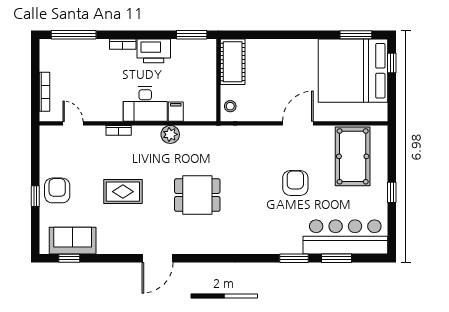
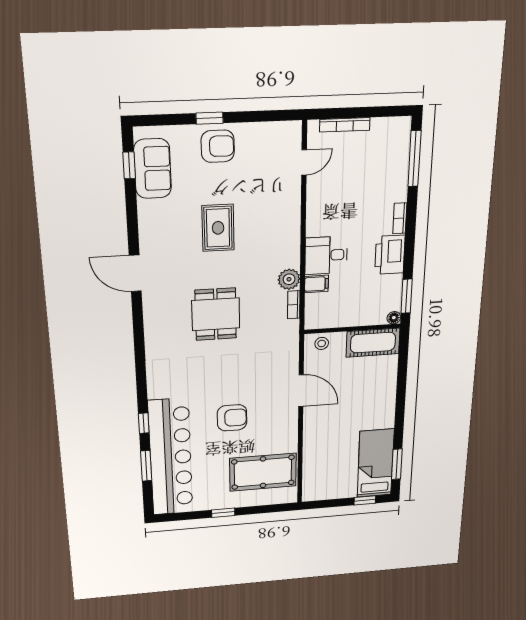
floor lamp: (211, 45) -> (394, 318), added
bed: (353, 71) -> (376, 463), width x0.49
desk: (145, 104) -> (326, 255), width x0.73
door: (298, 123) -> (301, 391), moved
bookcase: (119, 130) -> (294, 305), moved
bar counter: (345, 237) -> (171, 457), width x1.36
window: (294, 258) -> (144, 423), width x0.67

